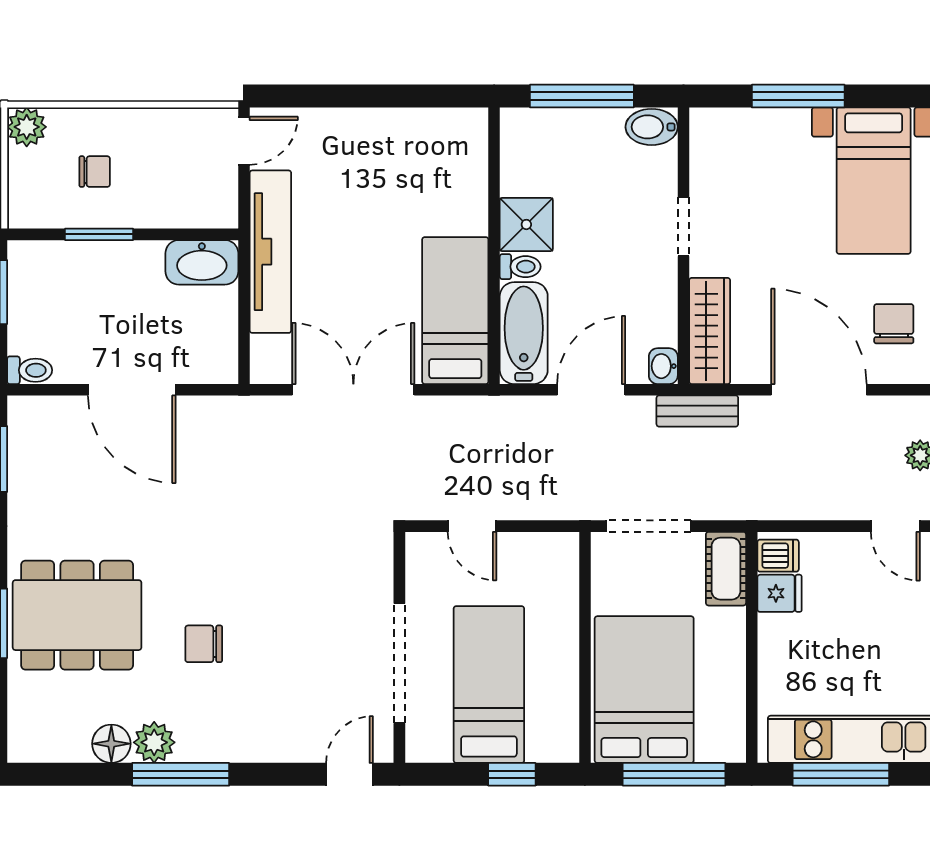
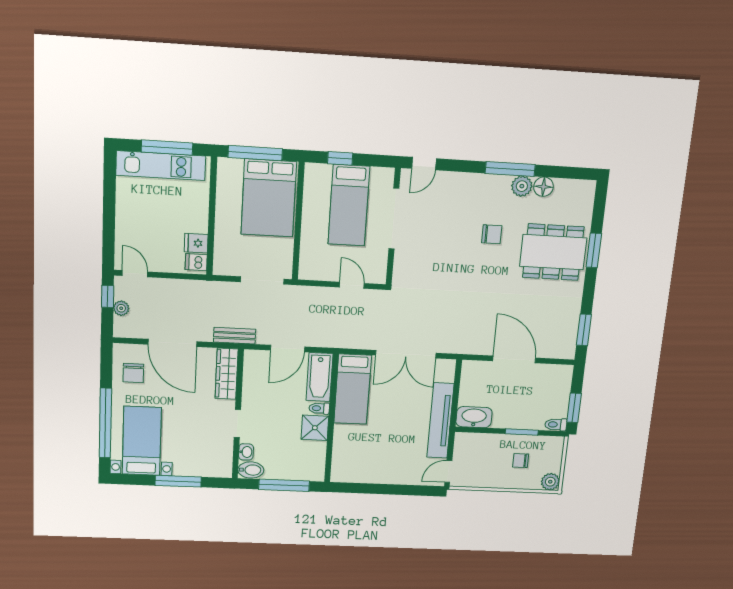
washbasin: (663, 366) -> (246, 452), moved
toilet: (30, 370) -> (556, 425), moved
cot: (726, 569) -> (223, 257), removed

